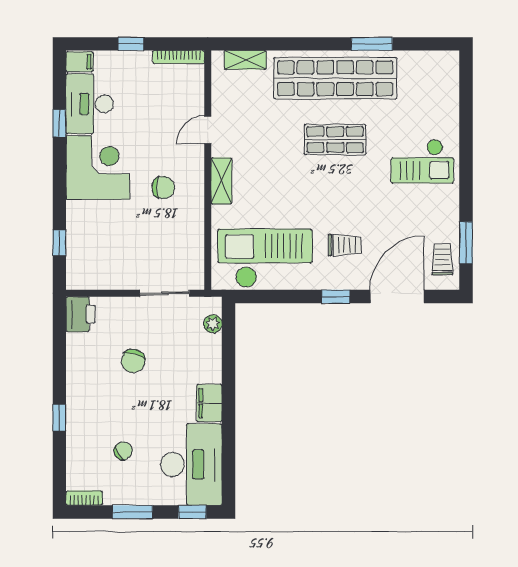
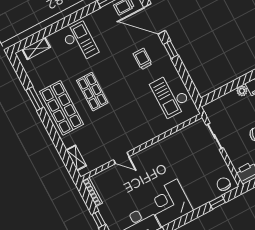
shop shelf: (335, 78) -> (62, 108), width x0.71
shelving: (221, 181) -> (36, 48), moved
chair: (163, 187) -> (224, 184), moved
checkout: (265, 258) -> (170, 95), width x0.73, depth x0.83
plant: (213, 324) -> (242, 91), moved

